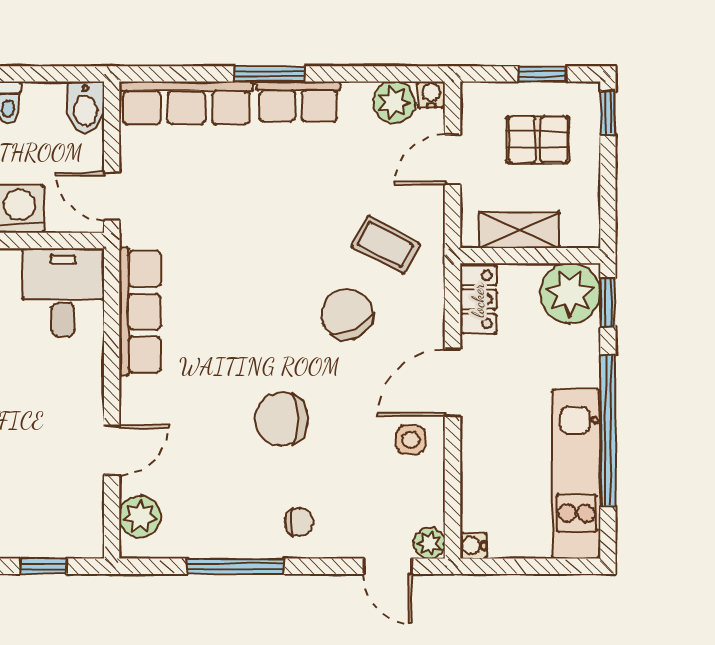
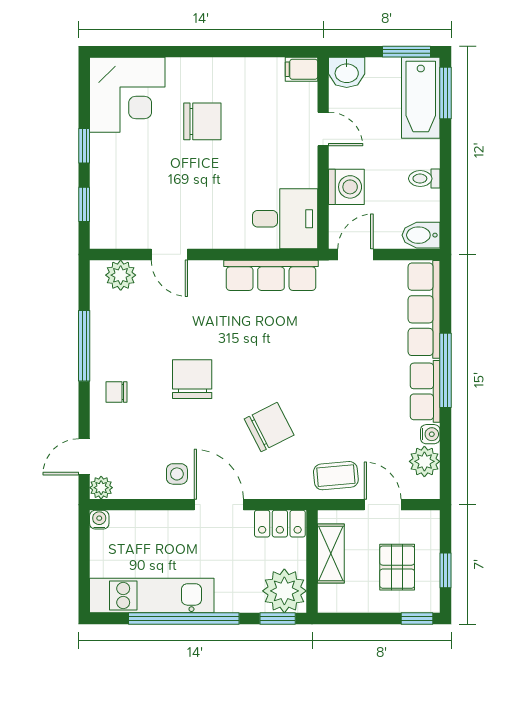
window: (270, 74) -> (445, 370), width x1.44
water cooler: (431, 95) -> (430, 434), moved
coffee table: (386, 245) -> (336, 476), moved, turned 57
chair: (299, 522) -> (117, 392), turned 90

